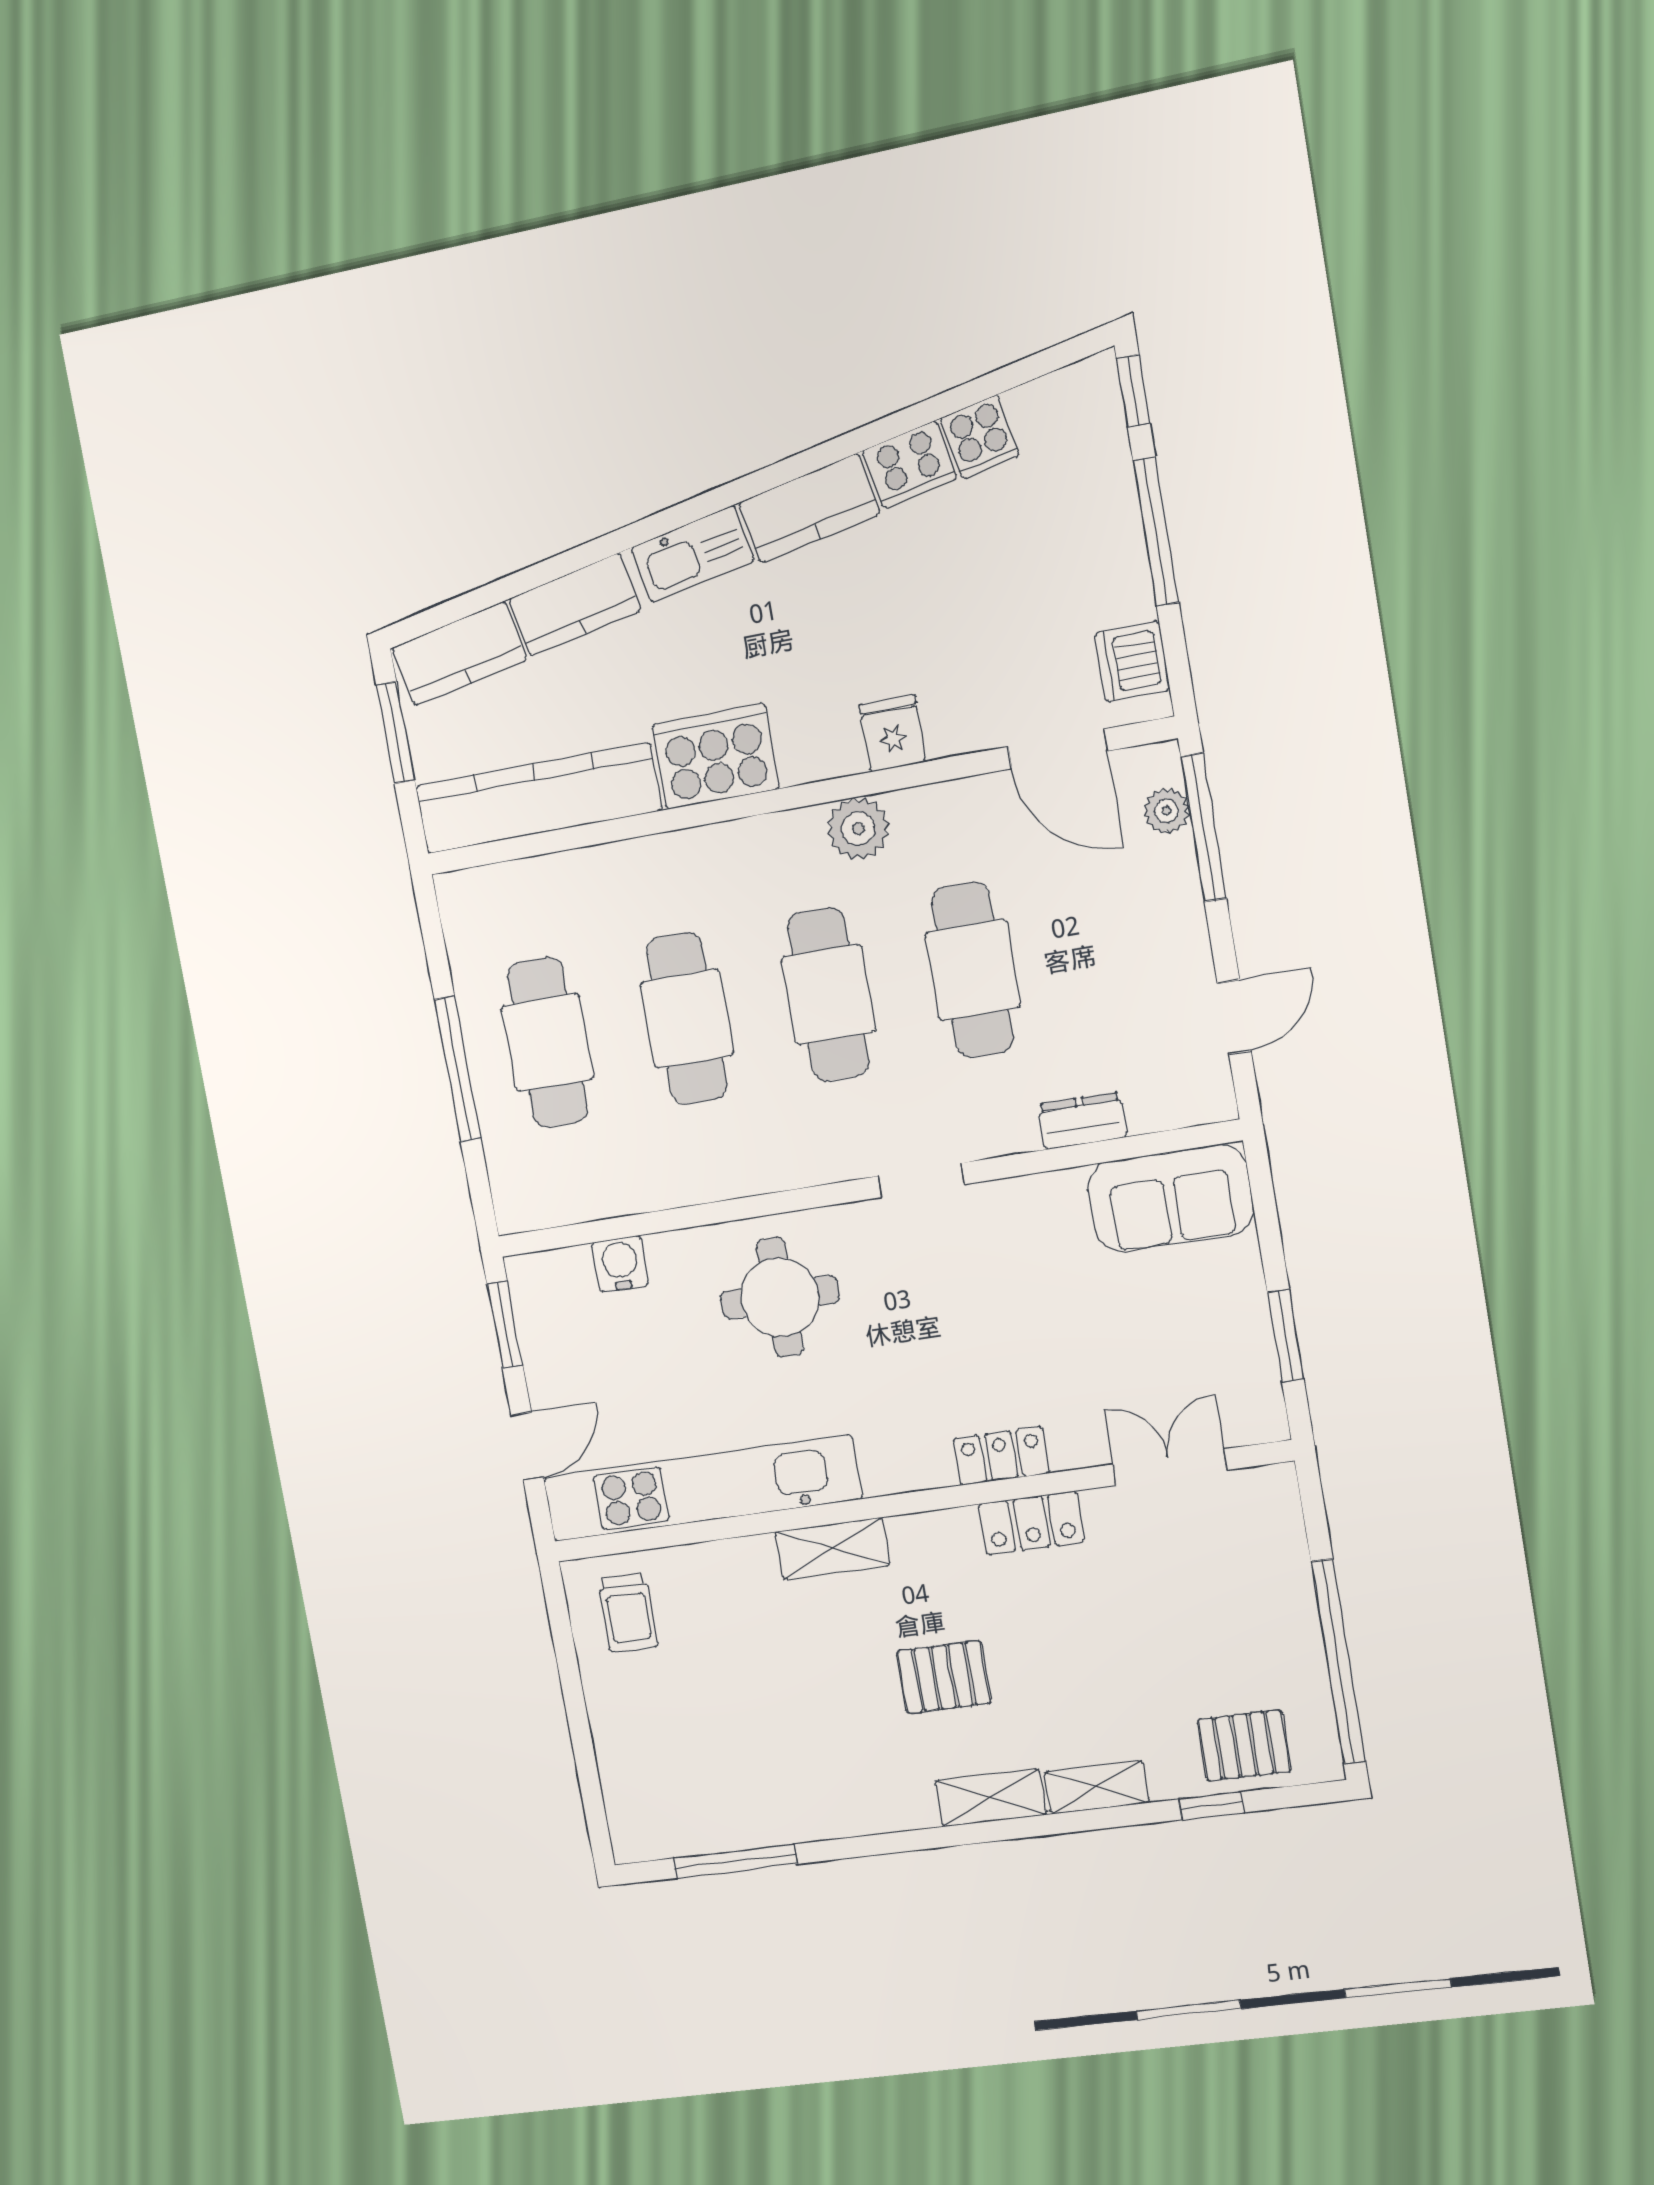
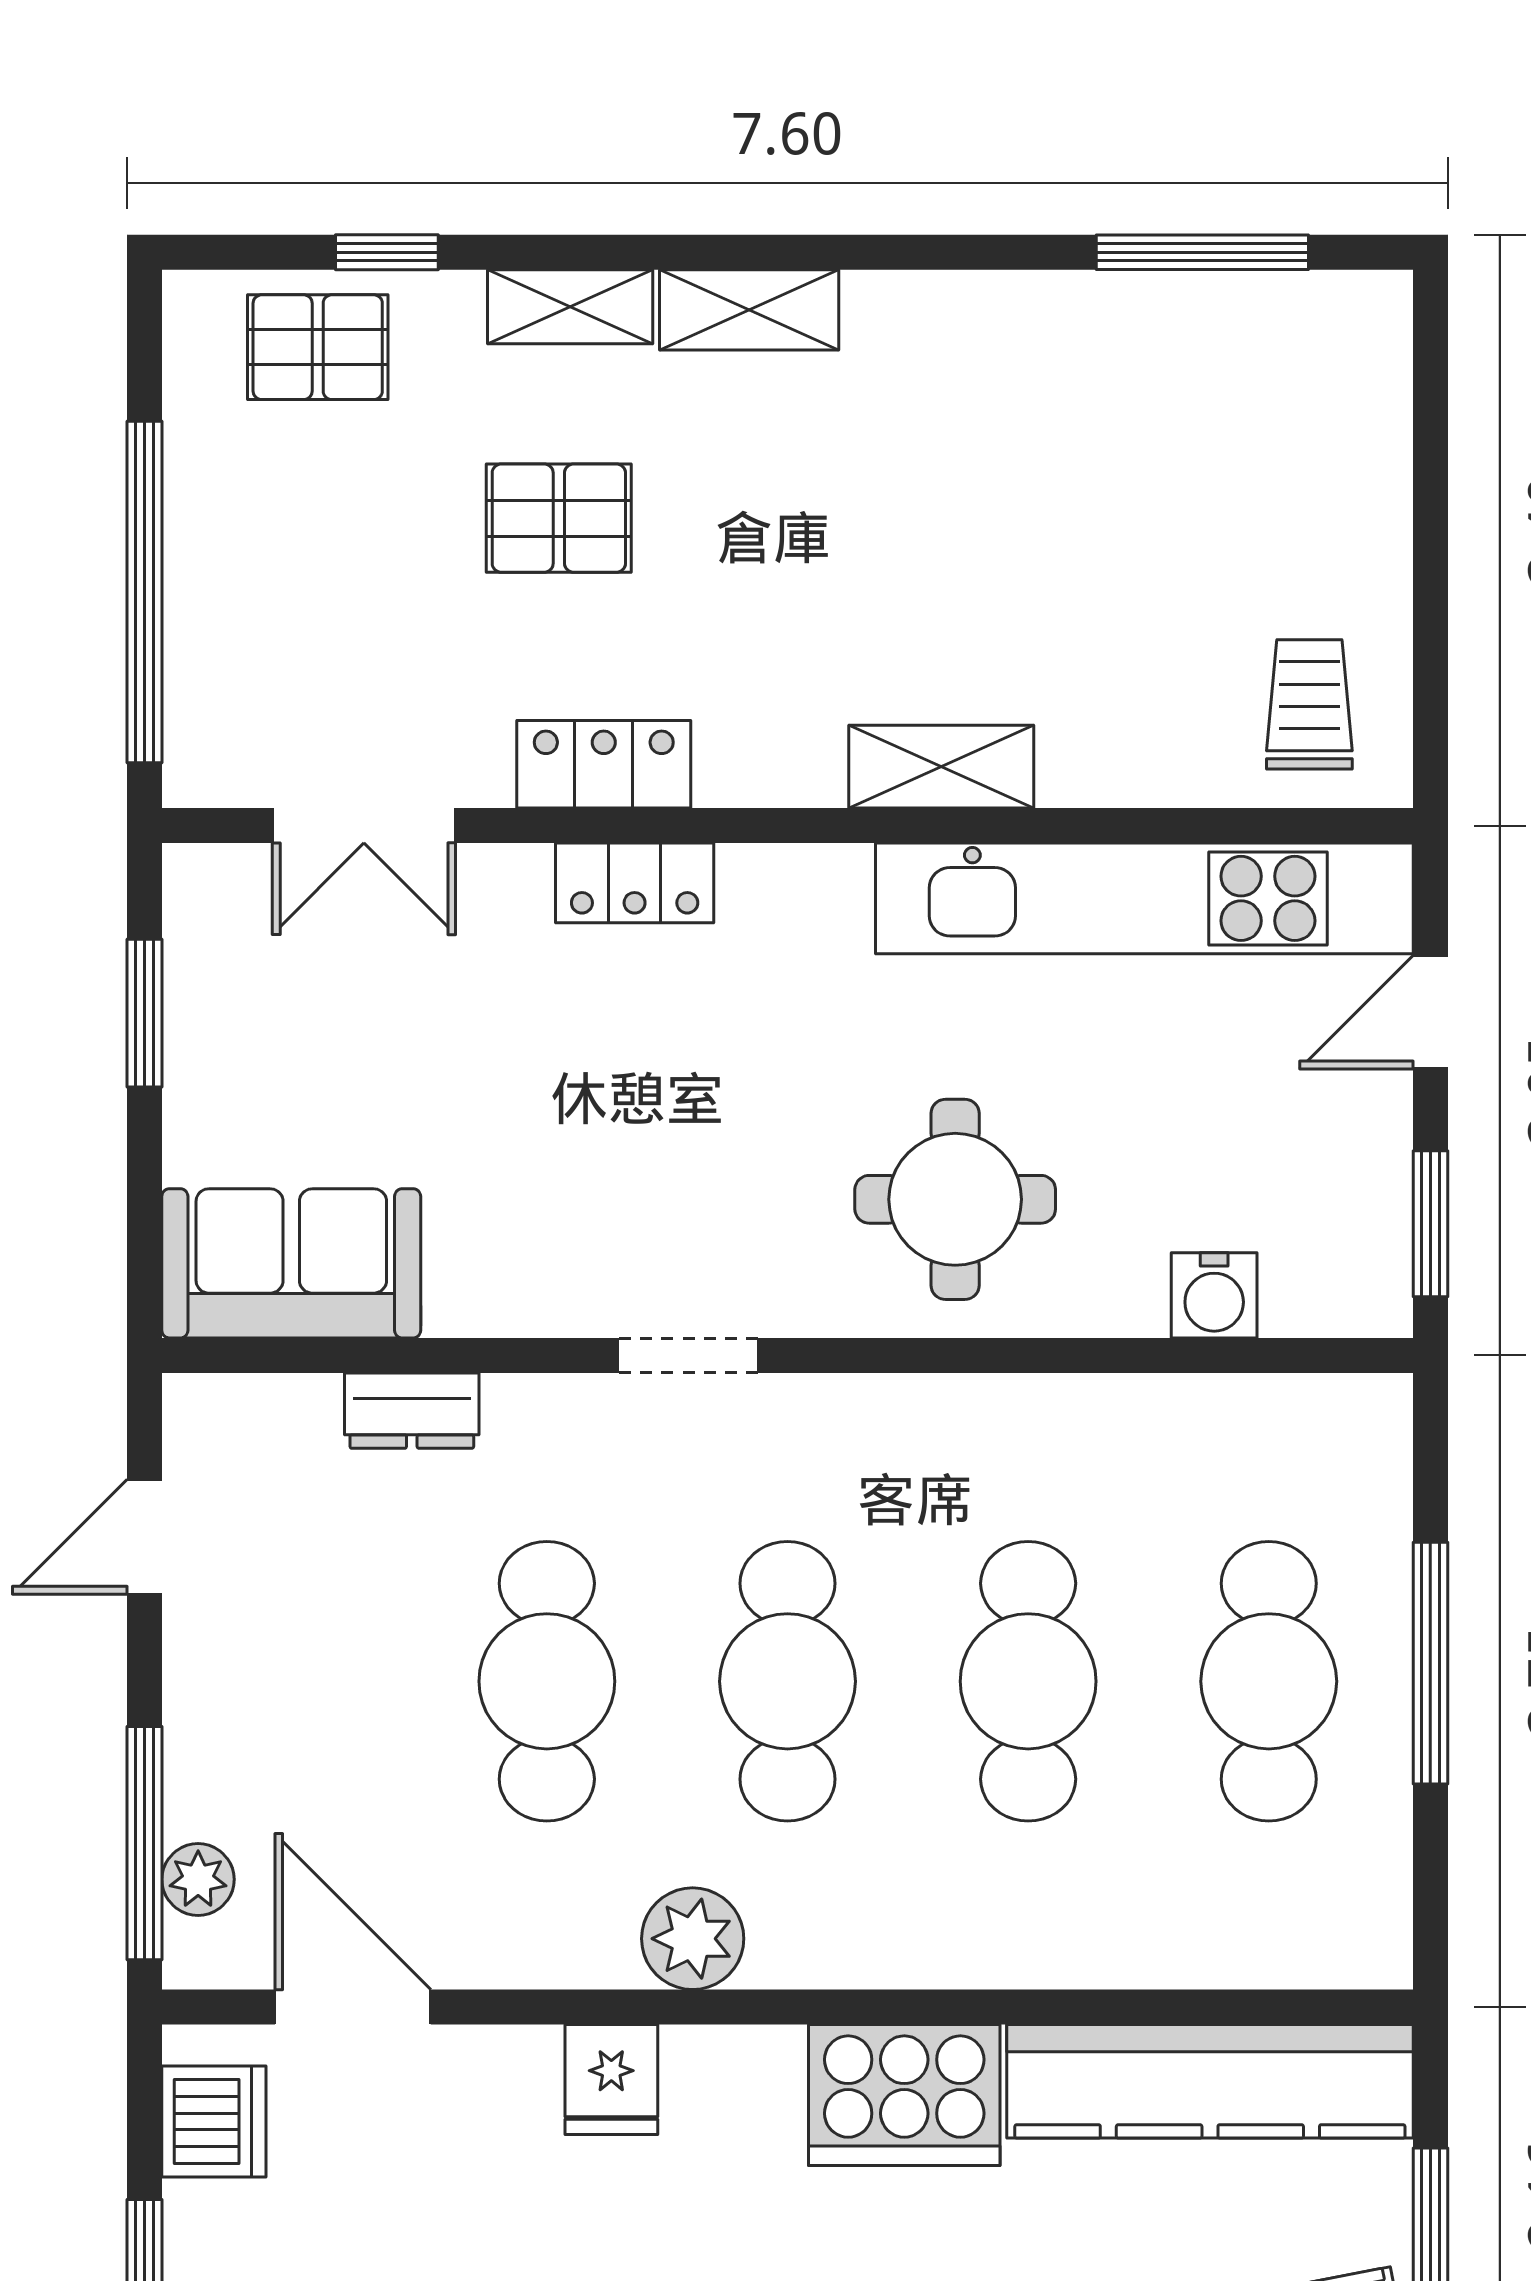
window: (1338, 1661) -> (145, 592), moved
pallet: (944, 1677) -> (559, 518), moved

